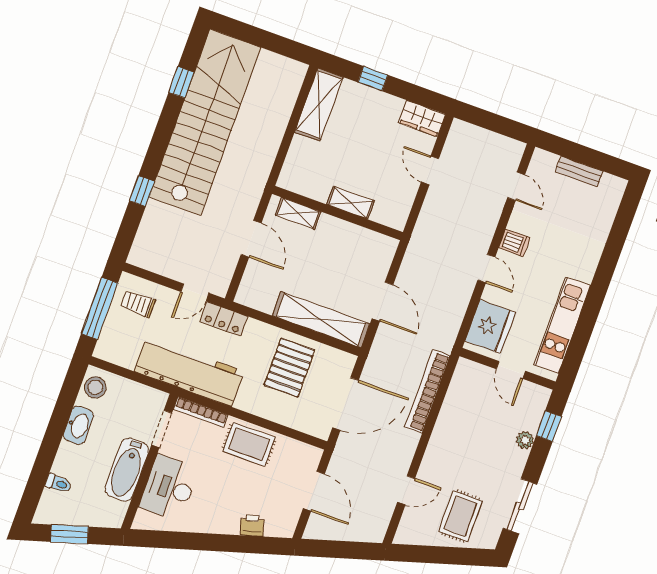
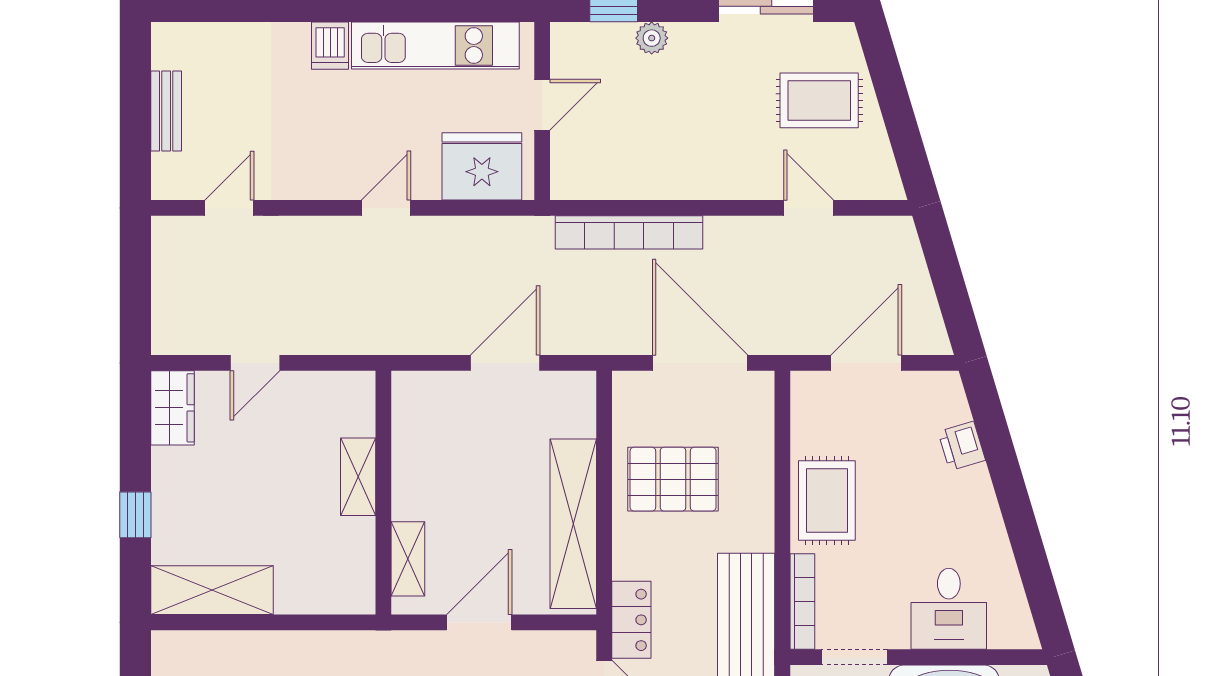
dishwasher: (514, 243) -> (330, 46), moved, turned 180
shelving: (321, 320) -> (573, 524), moved
desk: (169, 488) -> (949, 609), width x0.73

